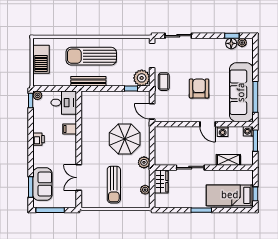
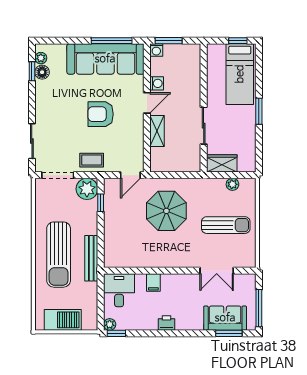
shelving: (228, 160) -> (157, 131), moved
plant: (144, 162) -> (197, 186), removed

